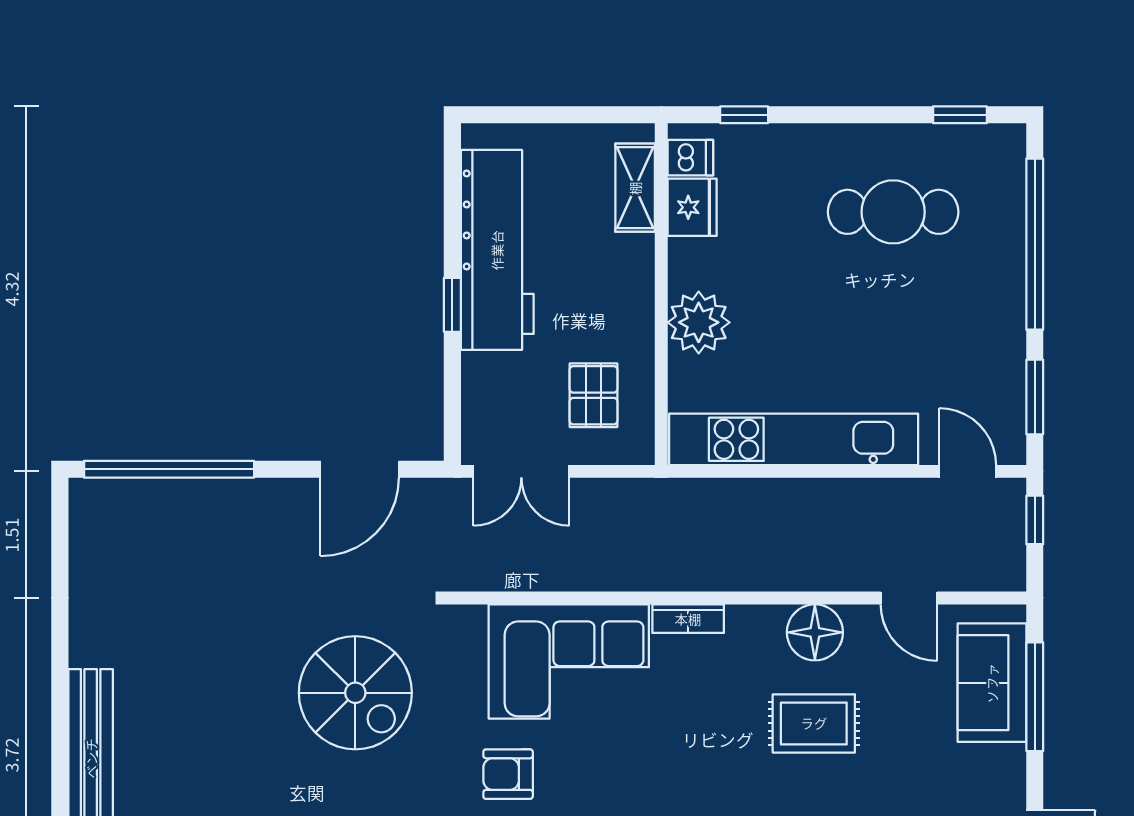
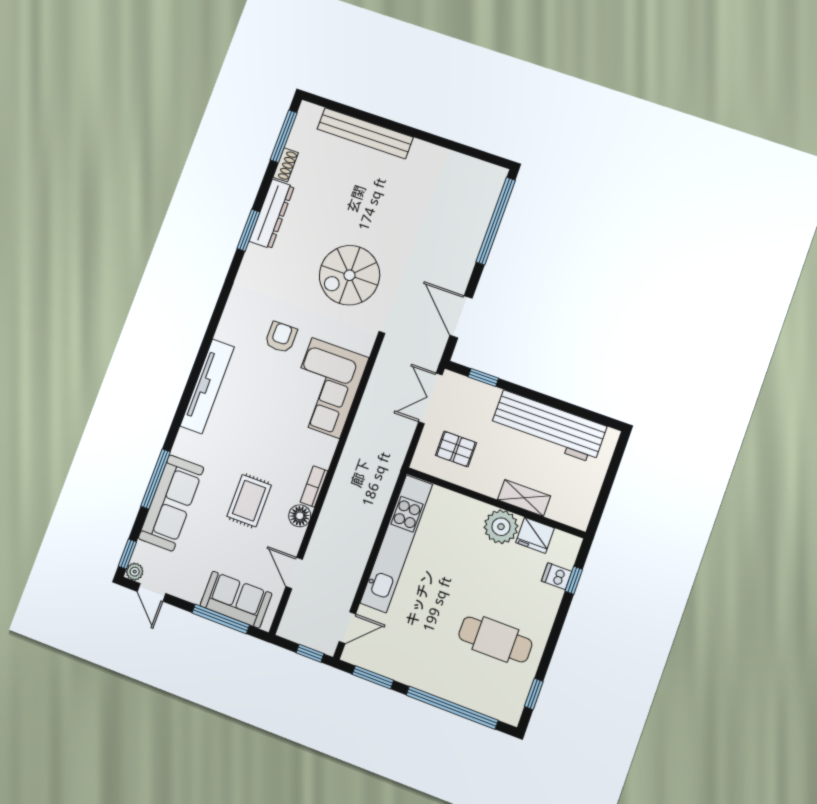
dishwasher: (690, 158) -> (557, 576), moved, turned 90
shelving: (635, 188) -> (524, 498), moved
cafe table: (893, 212) -> (495, 639), turned 90
window: (452, 305) -> (483, 377), moved
plant: (699, 322) -> (501, 527), moved
door: (909, 598) -> (294, 573), hinge flipped
bookcase: (688, 619) -> (314, 486), moved
floor lamp: (815, 632) -> (300, 516), width x0.73, depth x0.73

